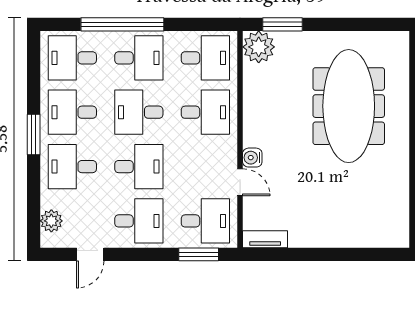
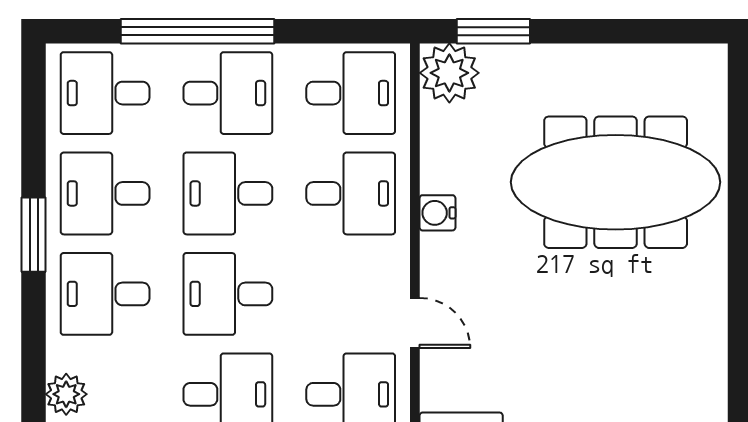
meeting table: (349, 106) -> (616, 182), turned 90
water cooler: (252, 158) -> (437, 213), moved
desk: (139, 167) -> (228, 294), turned 180

